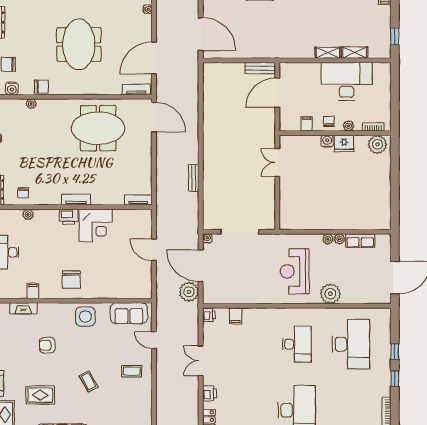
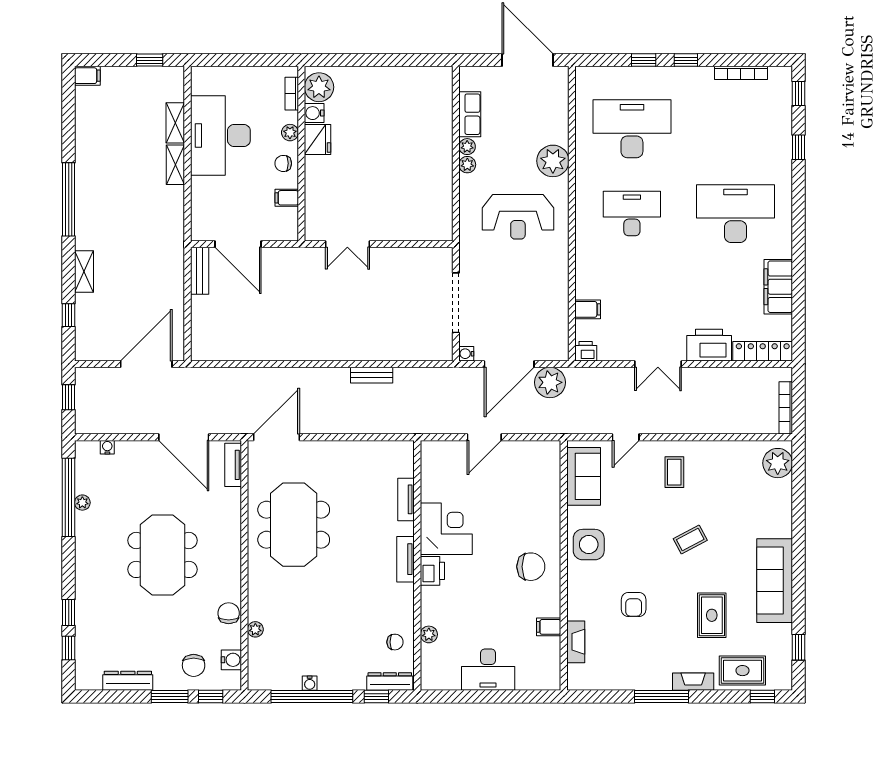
meeting table: (79, 44) -> (163, 555), turned 90
water cooler: (327, 141) -> (314, 113), moved
tv unit: (138, 200) -> (406, 499), moved
printer: (209, 393) -> (709, 345), width x1.87, depth x1.48

